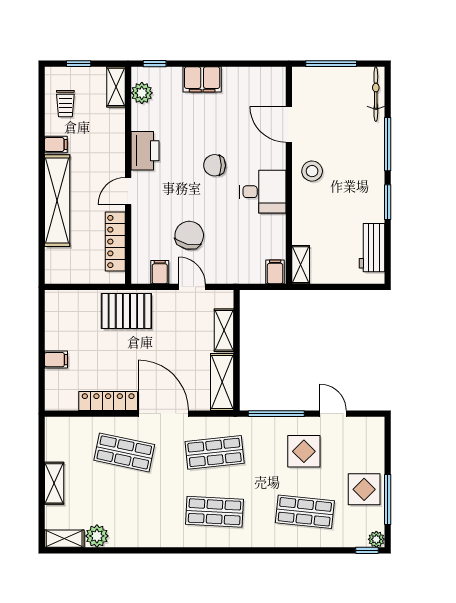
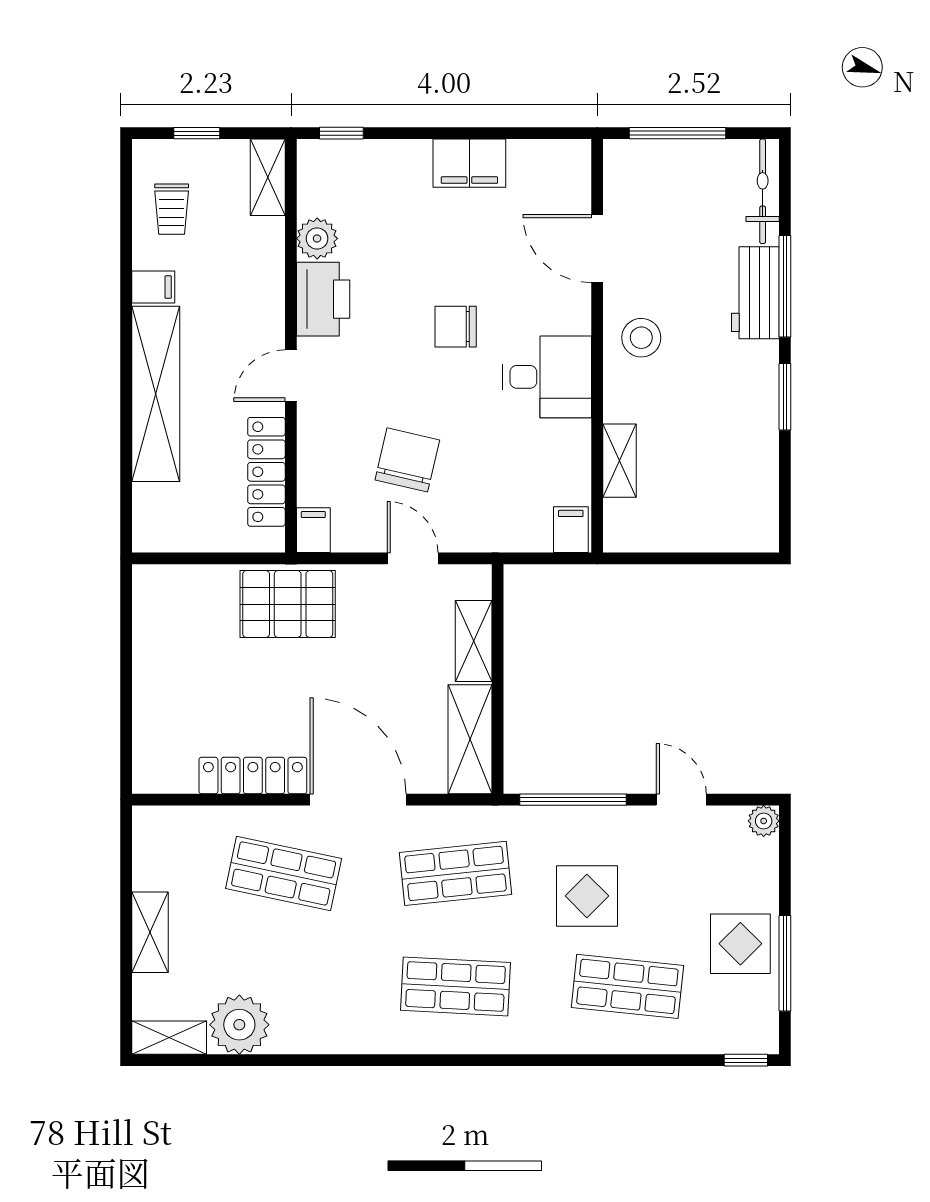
filing cabinet: (202, 79) -> (469, 163), moved
plant: (142, 93) -> (317, 238), moved
workbench: (372, 248) -> (755, 293), moved
shelving: (301, 265) -> (620, 461), moved
filing cabinet: (160, 272) -> (313, 530), moved
filing cabinet: (56, 360) -> (154, 697), removed
display table: (304, 451) -> (587, 896), moved
plant: (97, 536) -> (239, 1025), width x1.36, depth x1.36
plant: (376, 539) -> (764, 821), moved

